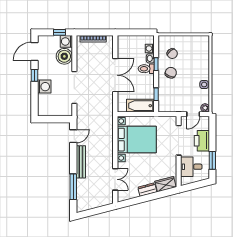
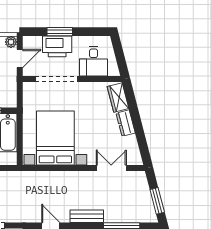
door: (193, 114) -> (20, 59), hinge flipped
window: (212, 160) -> (60, 32), moved
bench: (81, 162) -> (87, 216), width x0.73
window: (92, 212) -> (157, 201), added

